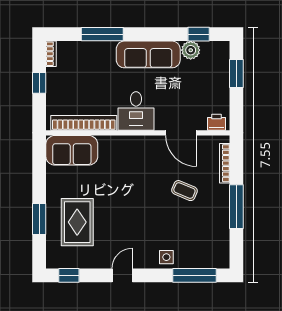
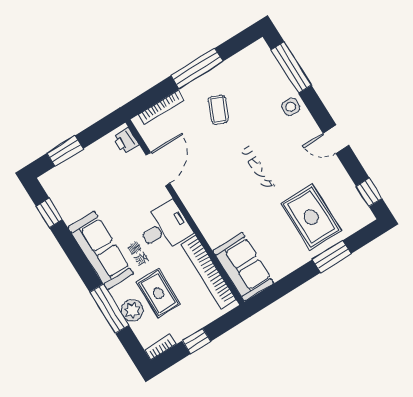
plant: (191, 50) -> (132, 310), moved
rug: (91, 77) -> (158, 293), added
coffee table: (184, 191) -> (218, 110), moved
rug: (77, 222) -> (311, 217), turned 90

